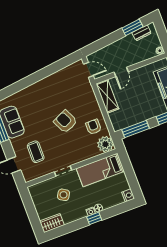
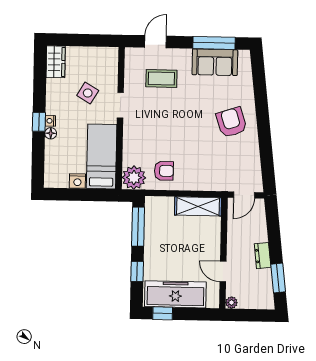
dresser: (142, 33) -> (263, 256), moved
door: (121, 72) -> (223, 272), moved
armchair: (65, 121) -> (232, 122), moved, turned -83
nightstand: (128, 195) -> (77, 181), moved

